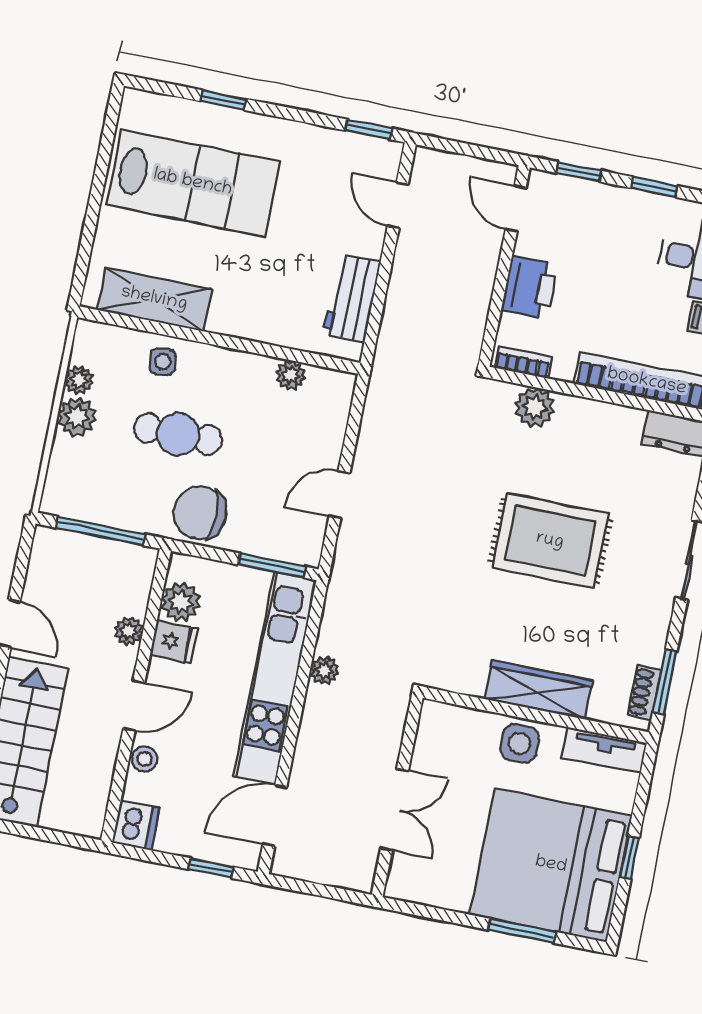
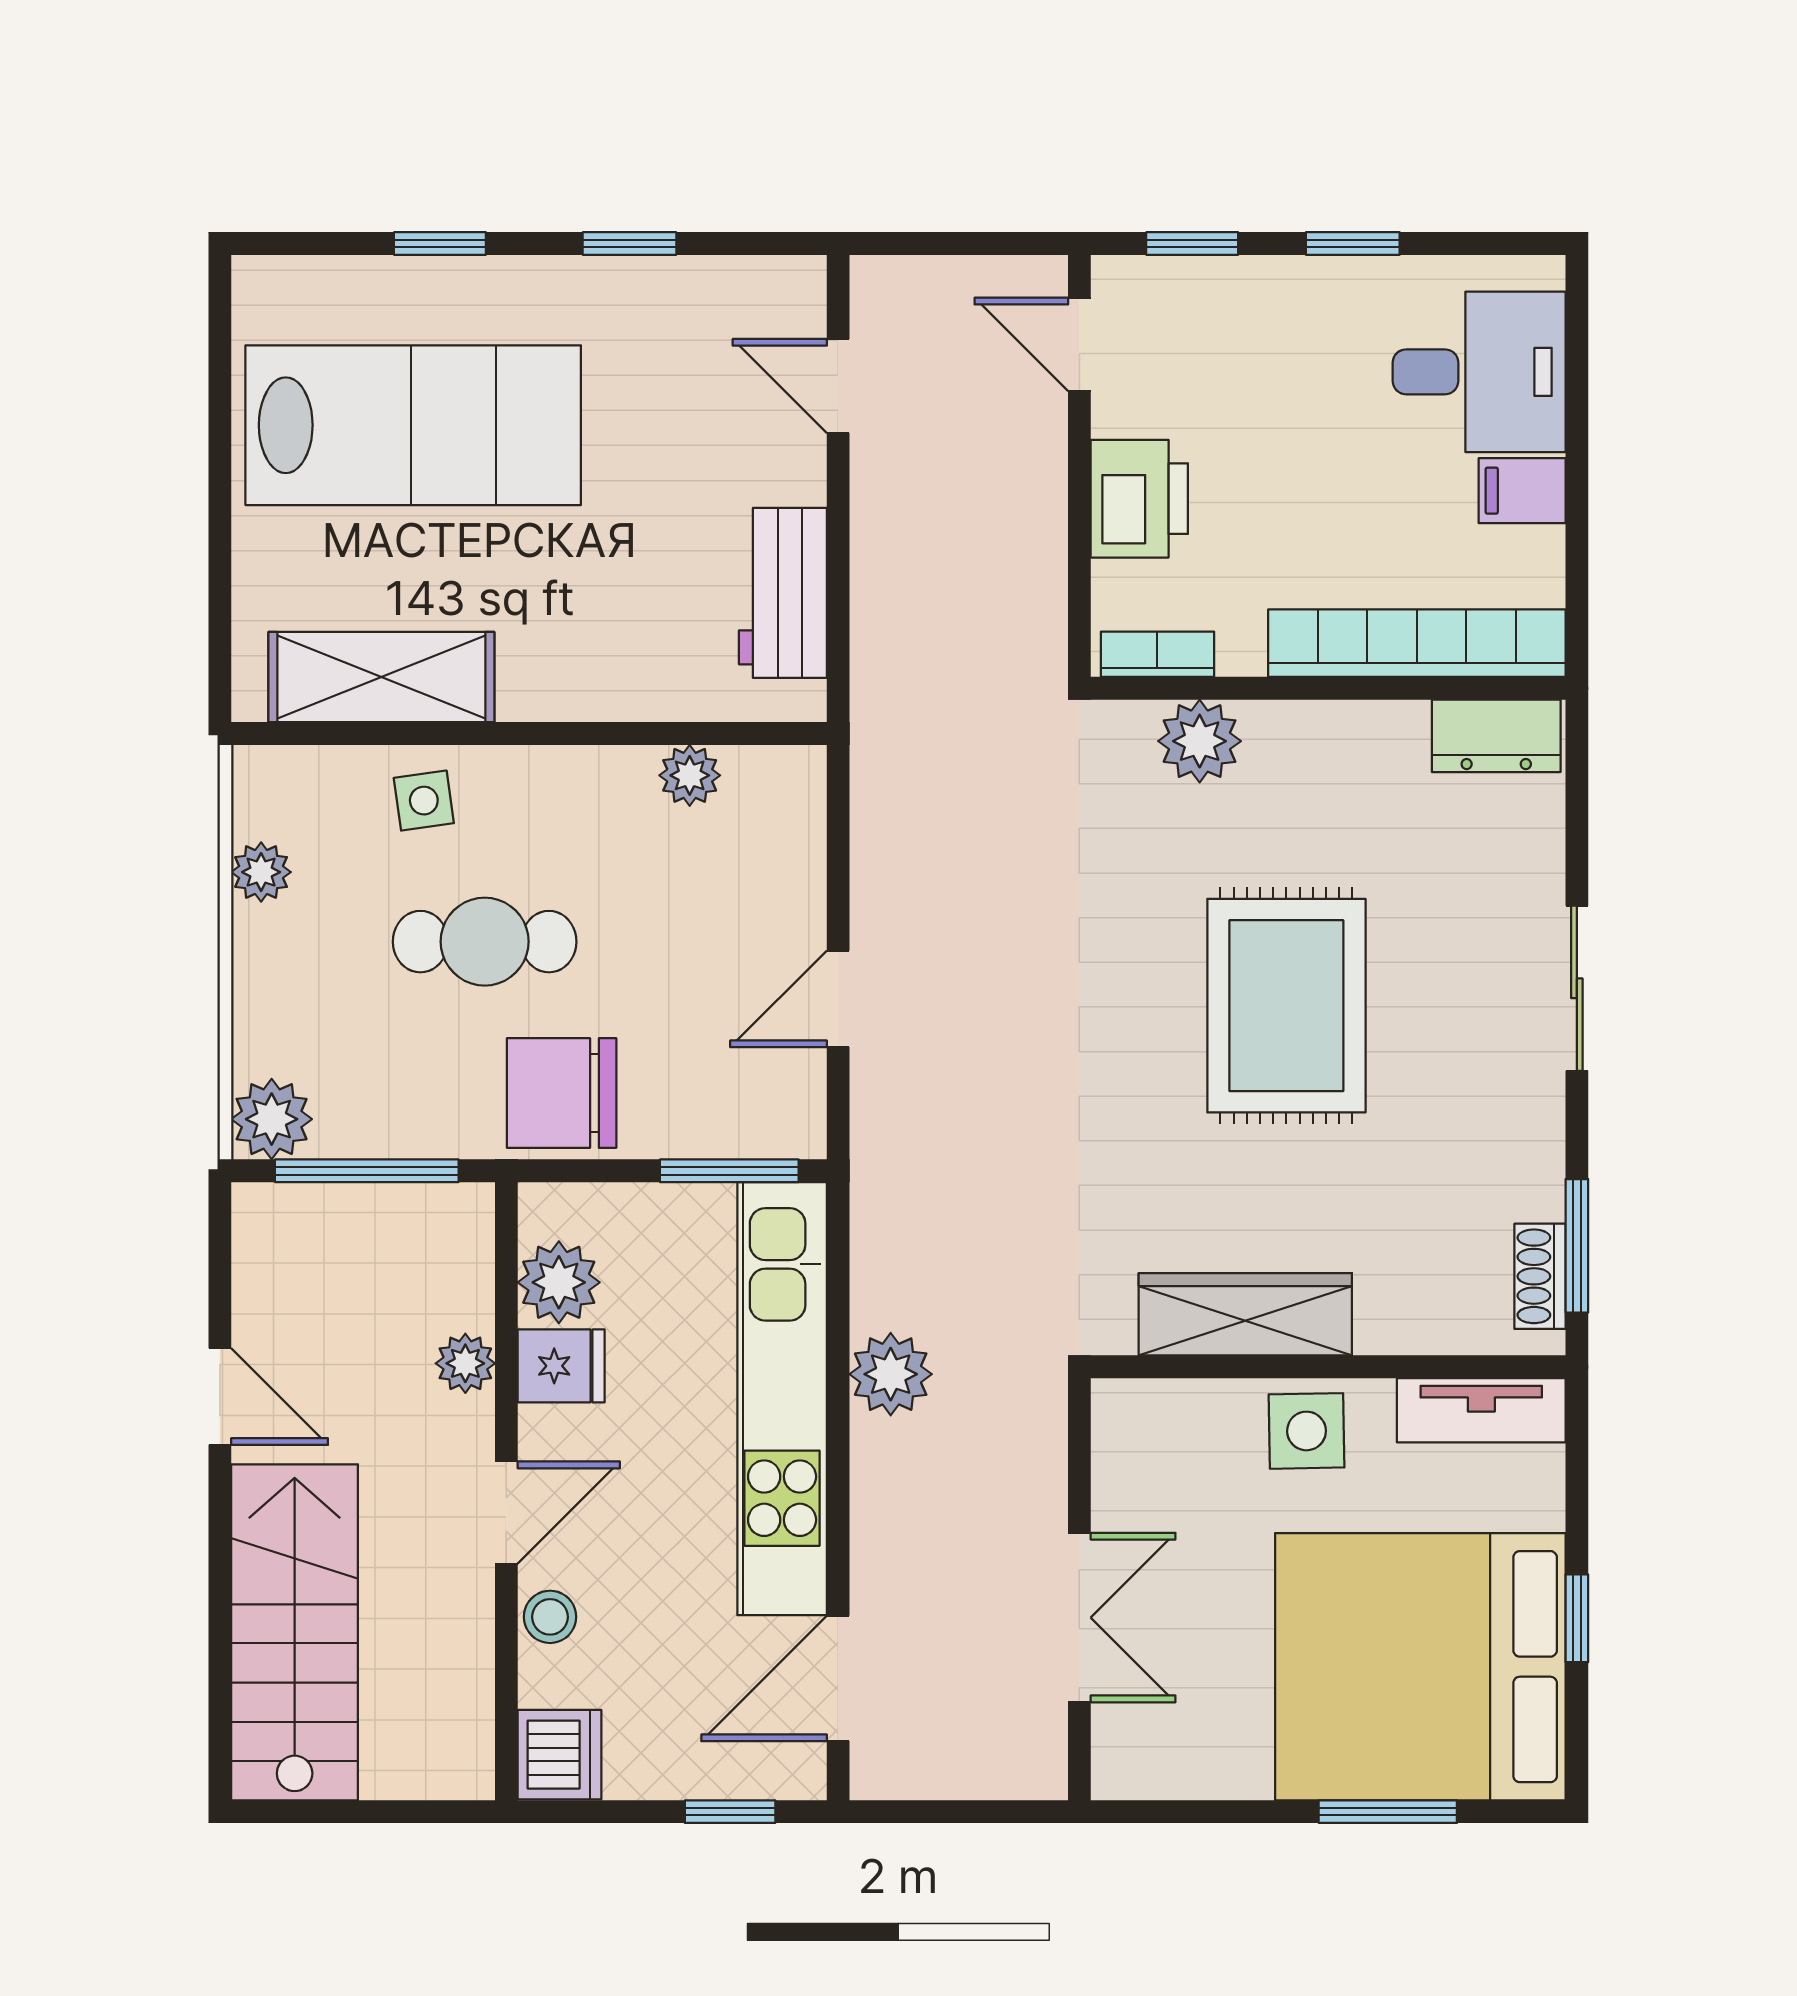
window: (369, 129) -> (630, 243), moved
plant: (77, 417) -> (272, 1119), moved
rug: (550, 541) -> (1286, 1006), turned 90
plant: (324, 670) -> (891, 1374), width x1.38, depth x1.38
wardrobe: (538, 690) -> (1245, 1314), moved

